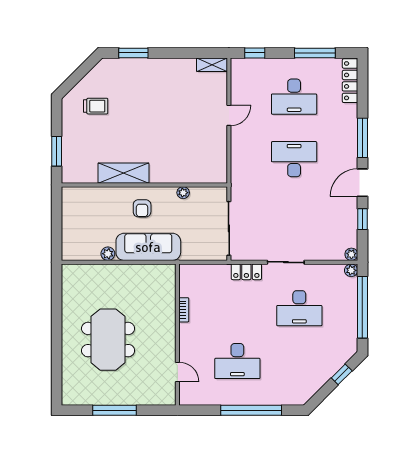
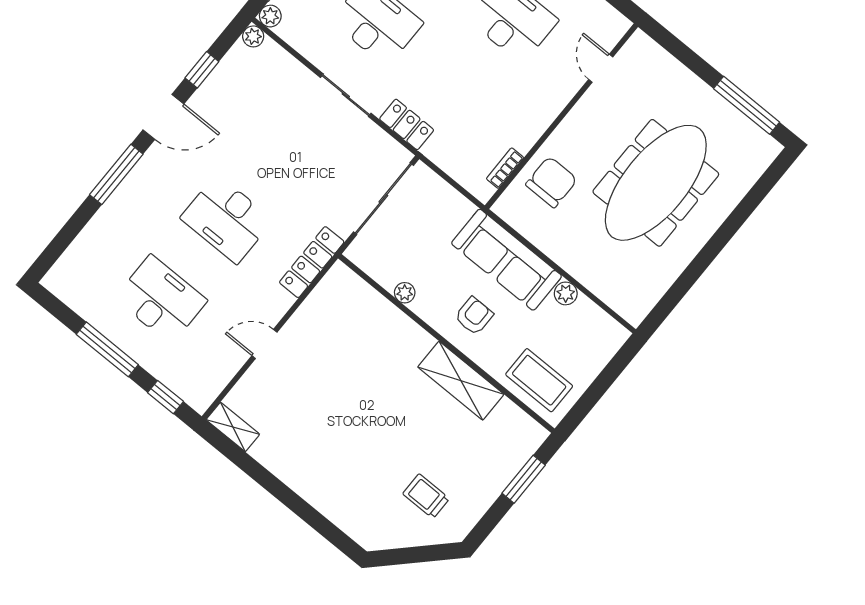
window: (133, 53) -> (322, 525), removed
window: (315, 53) -> (107, 349), moved
locker: (350, 81) -> (312, 262), moved, turned 180
coffee table: (87, 203) -> (539, 380), added
chair: (157, 300) -> (551, 182), added
bookcase: (184, 310) -> (505, 168), moved
meeting table: (108, 340) -> (656, 183), width x1.36
window: (115, 410) -> (747, 105), moved

